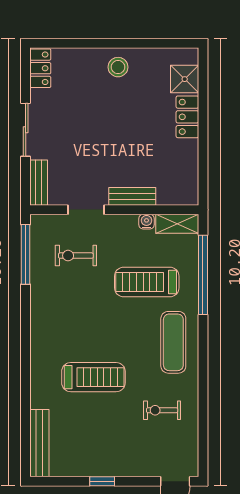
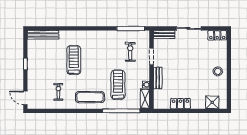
locker: (187, 117) -> (180, 104), moved
treadmill: (93, 377) -> (74, 60), turned 180

